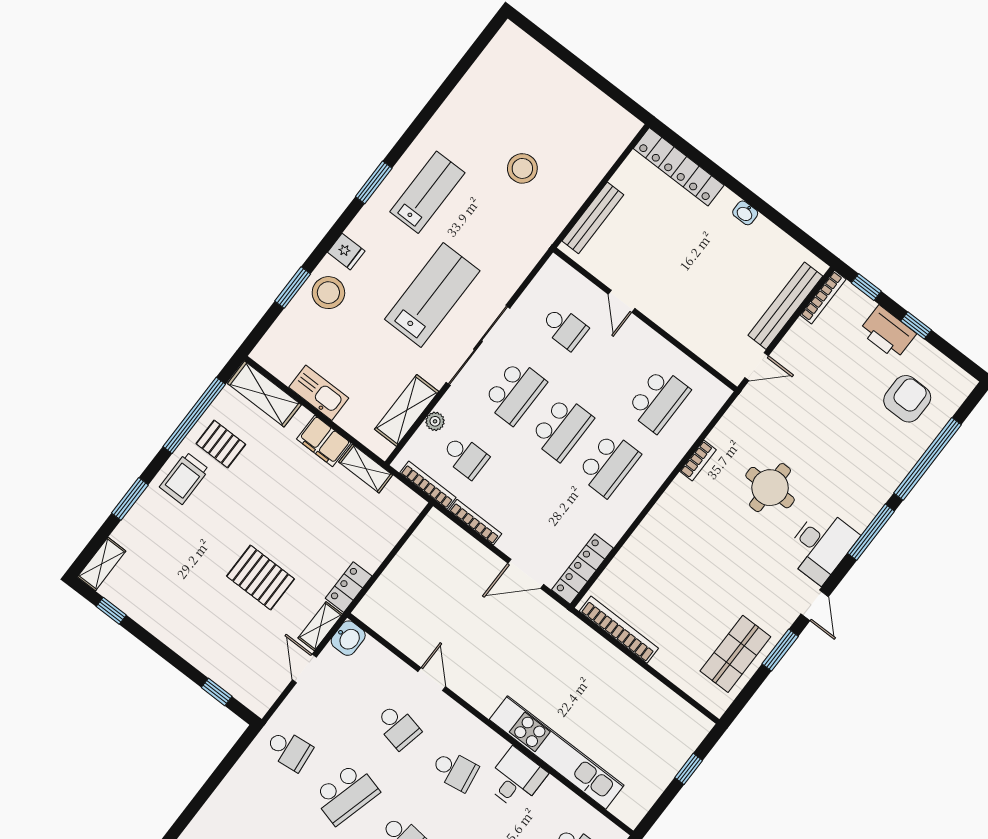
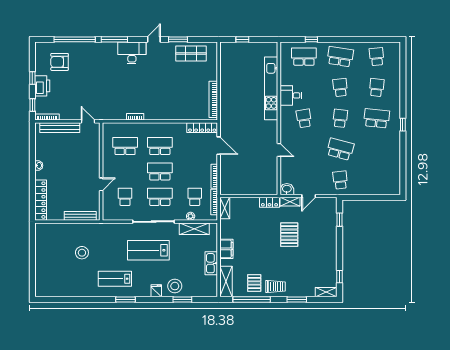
shelving: (366, 469) -> (225, 208), moved
round table: (770, 488) -> (126, 85), removed
door: (432, 679) -> (279, 150), swing flipped
school desk: (398, 726) -> (304, 149), removed

